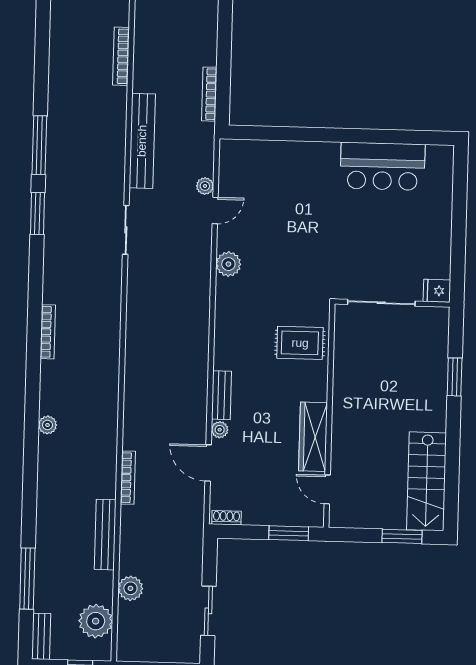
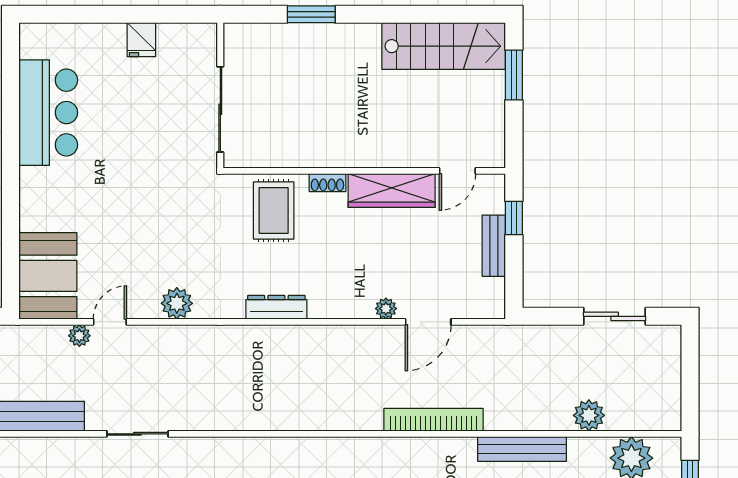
booth: (253, 162) -> (48, 276), added
door: (215, 211) -> (110, 322), hinge flipped
fridge: (437, 291) -> (141, 40), moved
dresser: (223, 343) -> (276, 307), added
bench: (221, 395) -> (494, 246), moved, turned 90
bookcase: (128, 478) -> (433, 420), width x1.48, depth x1.31
shoe rack: (226, 518) -> (327, 183), moved, turned -90
window: (289, 533) -> (514, 218), width x0.67

